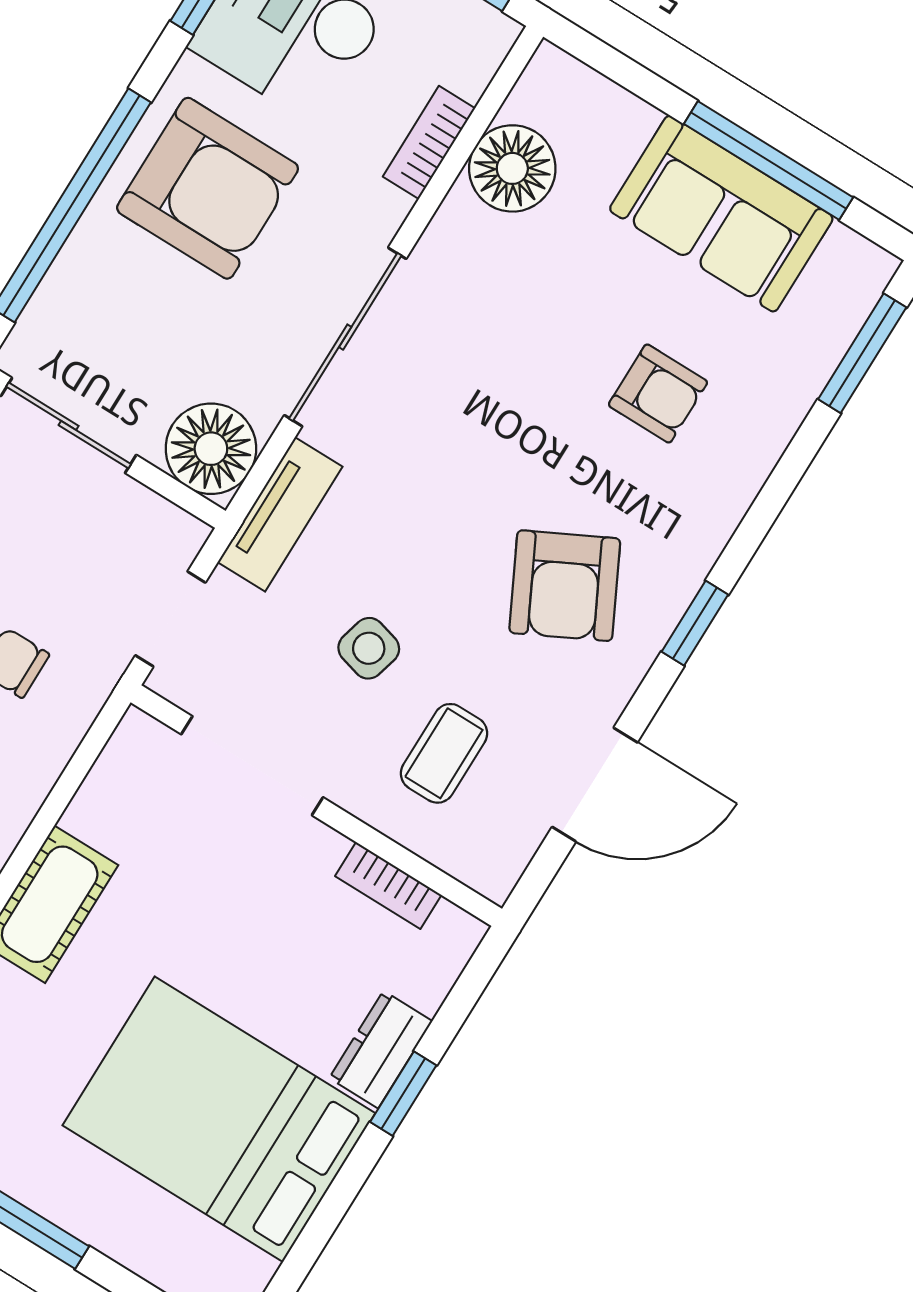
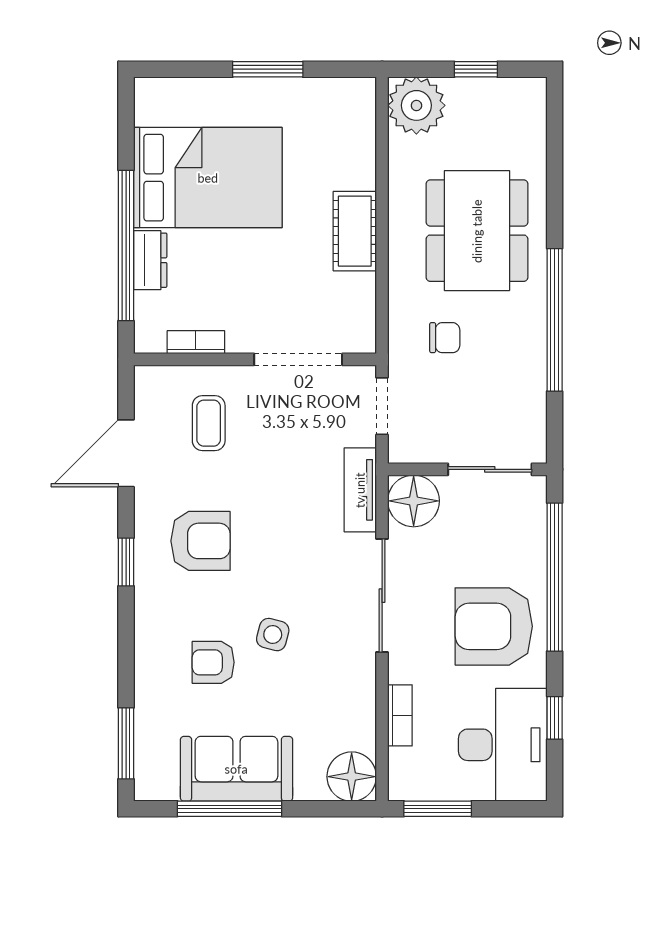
floor lamp: (512, 168) -> (352, 777), moved
armchair: (565, 586) -> (201, 541), turned 117
side table: (369, 648) -> (273, 635), moved
window: (403, 1094) -> (126, 246), width x3.17

